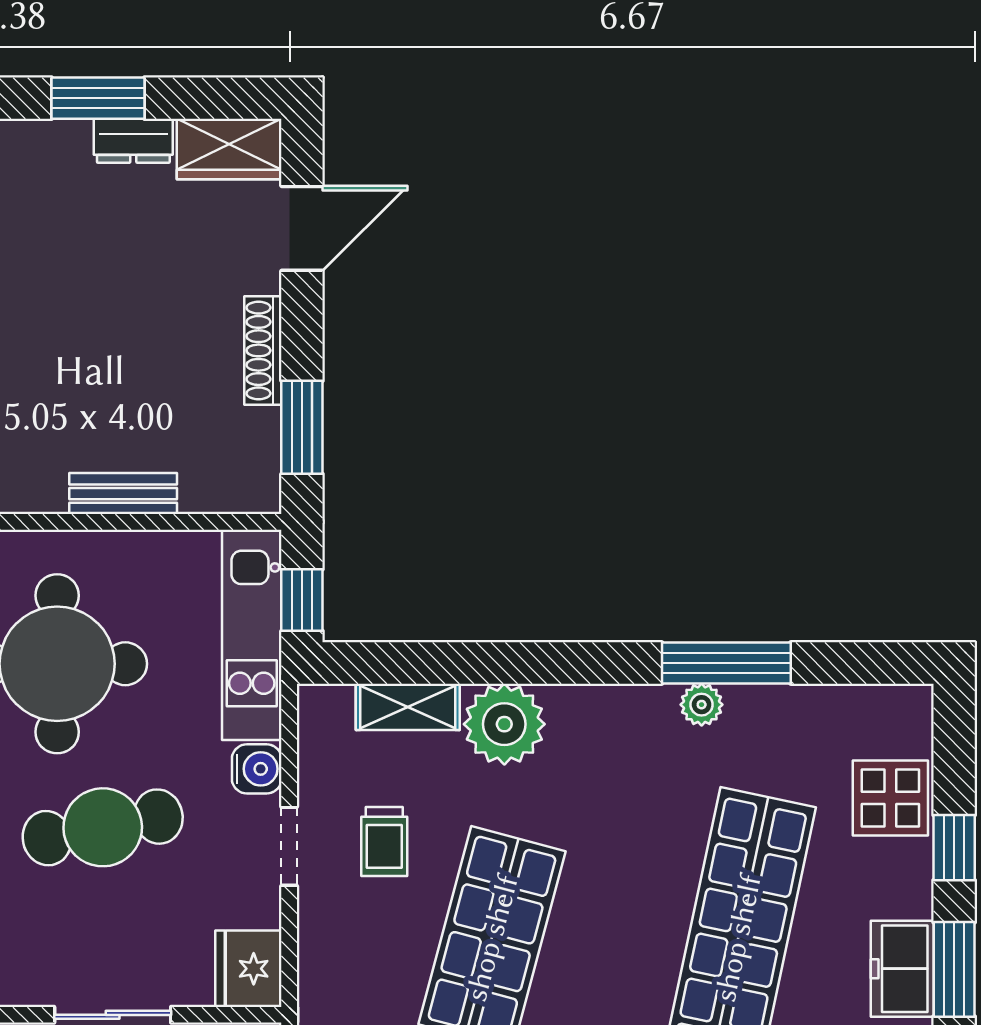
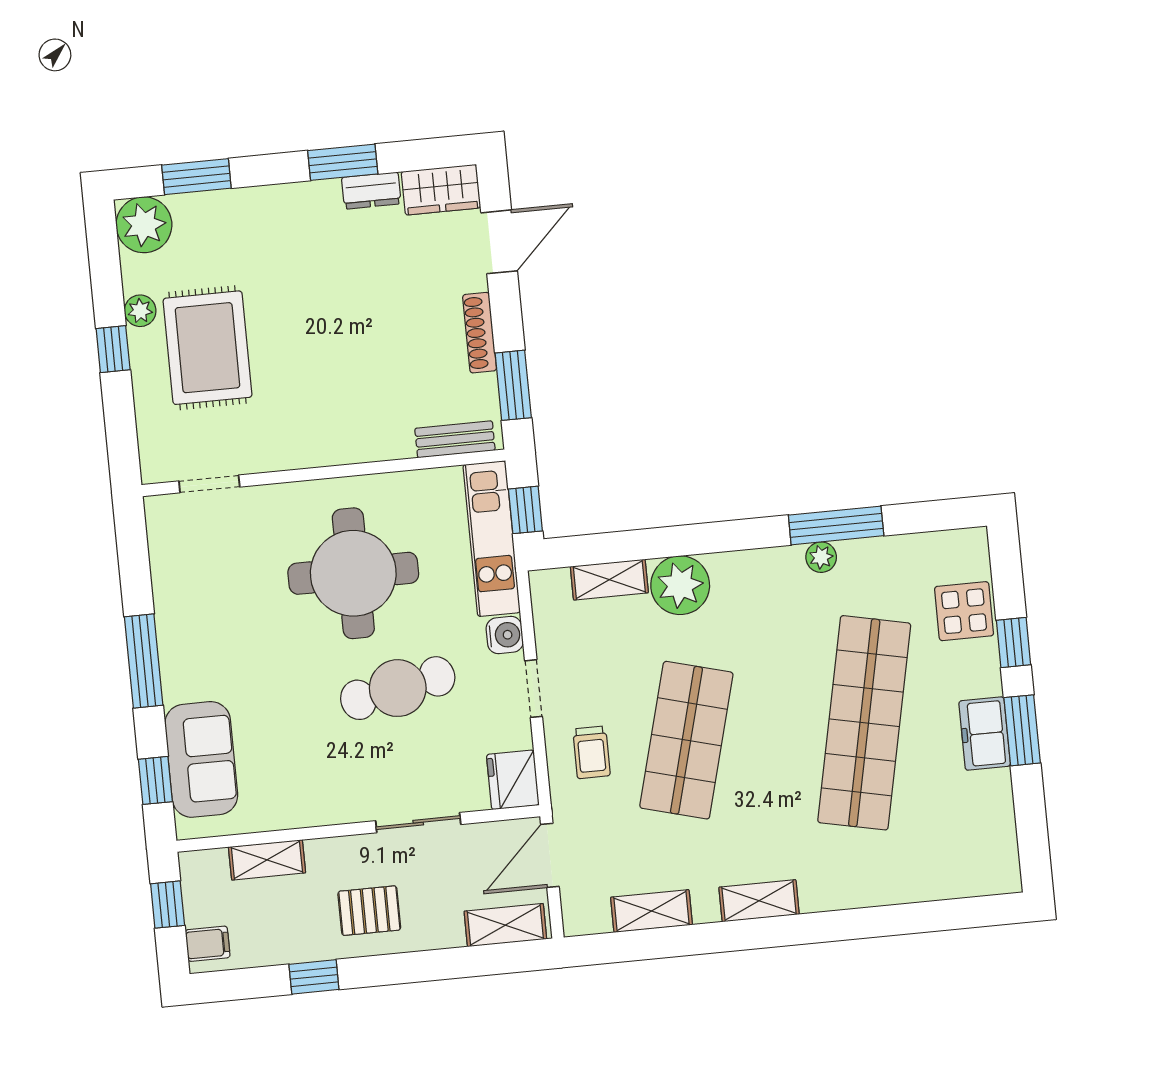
bench: (123, 494) -> (455, 439), moved
trolley: (384, 842) -> (591, 752), moved

